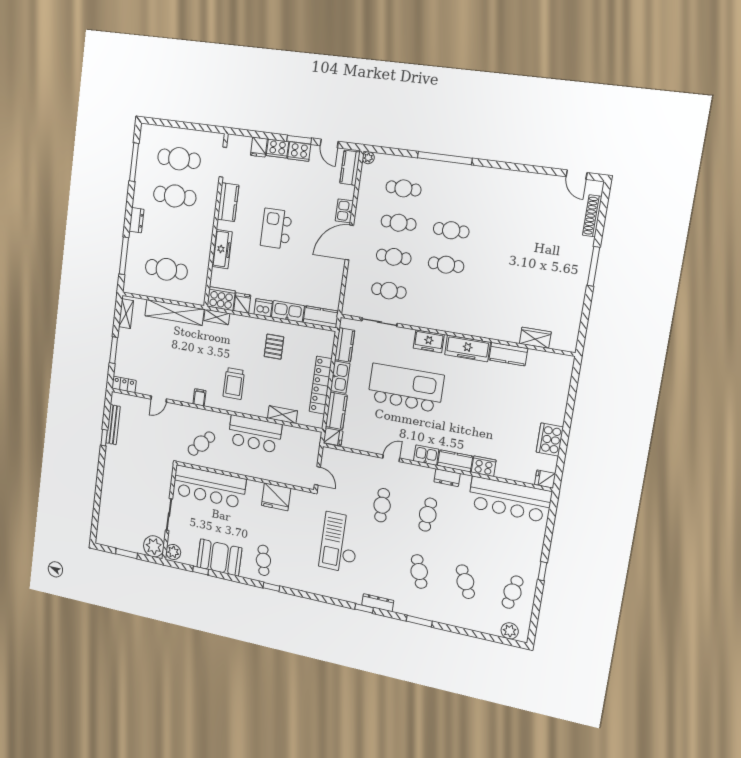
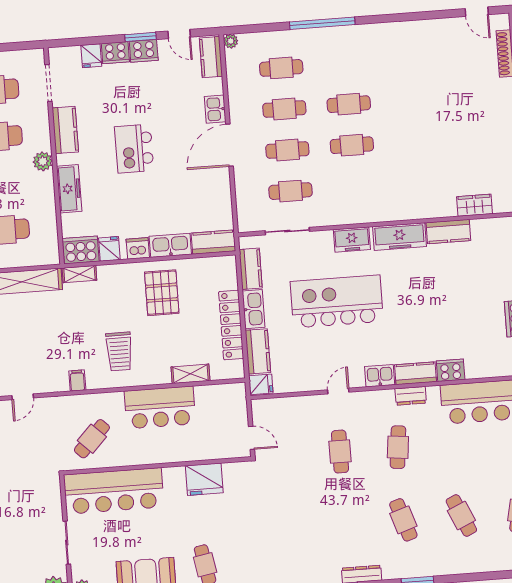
plant: (207, 223) -> (43, 161), added
pallet: (274, 347) -> (162, 293), width x1.50, depth x1.42
checkout: (340, 542) -> (297, 513), removed

